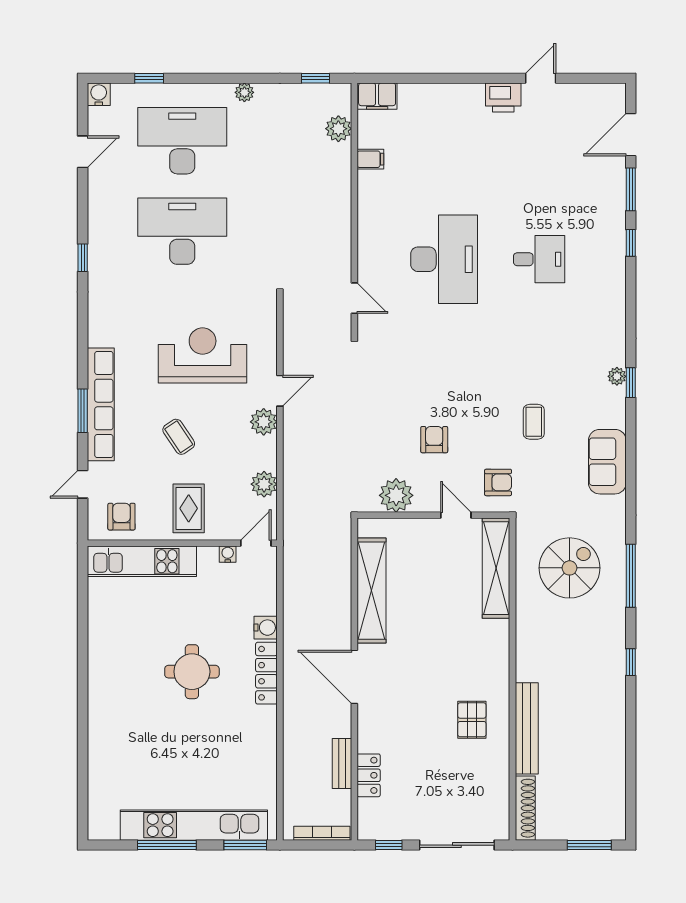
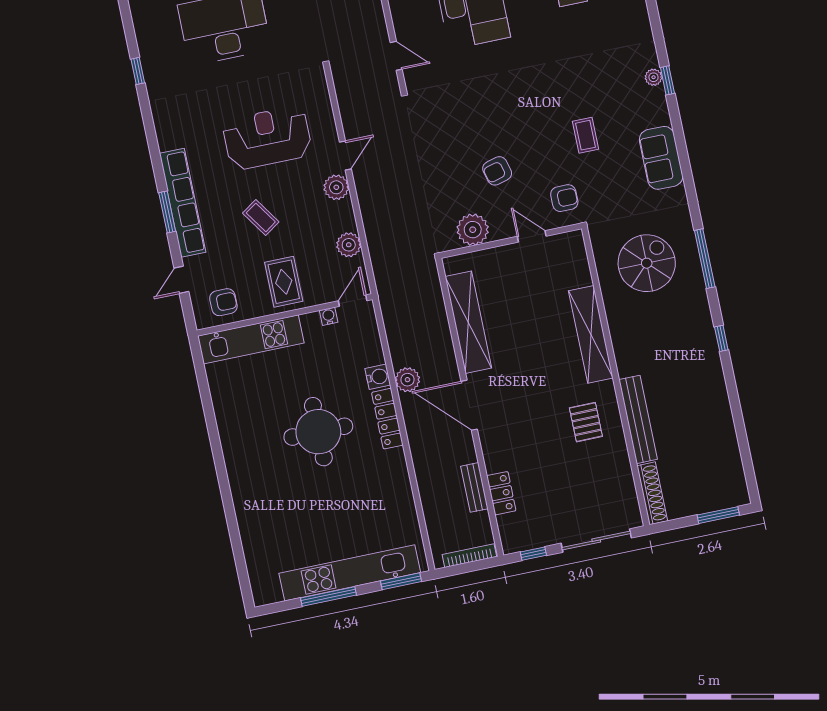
armchair: (434, 440) -> (497, 171), turned -105
armchair: (121, 517) -> (223, 302), turned 90
shelving: (496, 568) -> (591, 334), moved
plant: (296, 637) -> (407, 380), added
round table: (192, 672) -> (318, 432), width x1.36, depth x1.36

